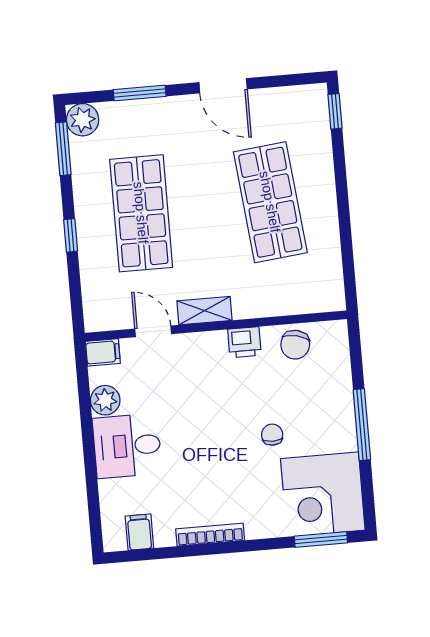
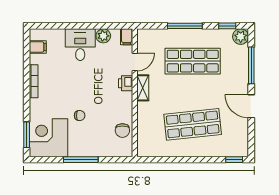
door: (223, 86) -> (251, 106), hinge flipped
window: (140, 93) -> (251, 65), width x1.44
window: (63, 149) -> (227, 26), width x0.67
window: (71, 235) -> (185, 26), width x2.17
printer: (244, 342) -> (126, 83), moved
chair: (295, 345) -> (122, 131), turned -103

